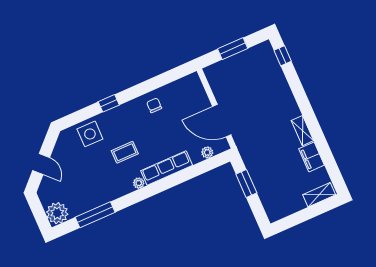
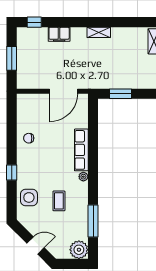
coffee table: (125, 152) -> (59, 201), moved
plant: (207, 152) -> (83, 113), removed
filing cabinet: (312, 157) -> (59, 34), moved

